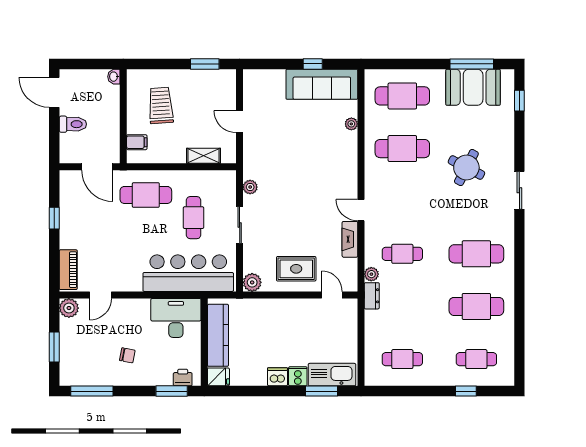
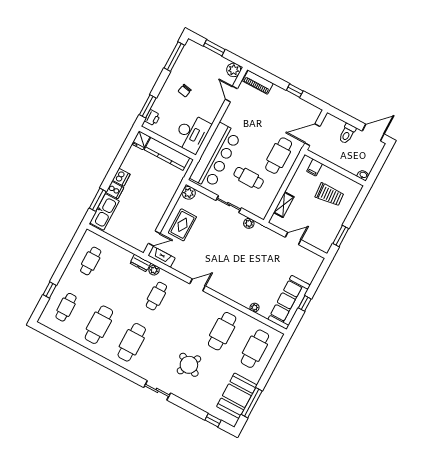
fireplace: (350, 239) -> (162, 257), moved

